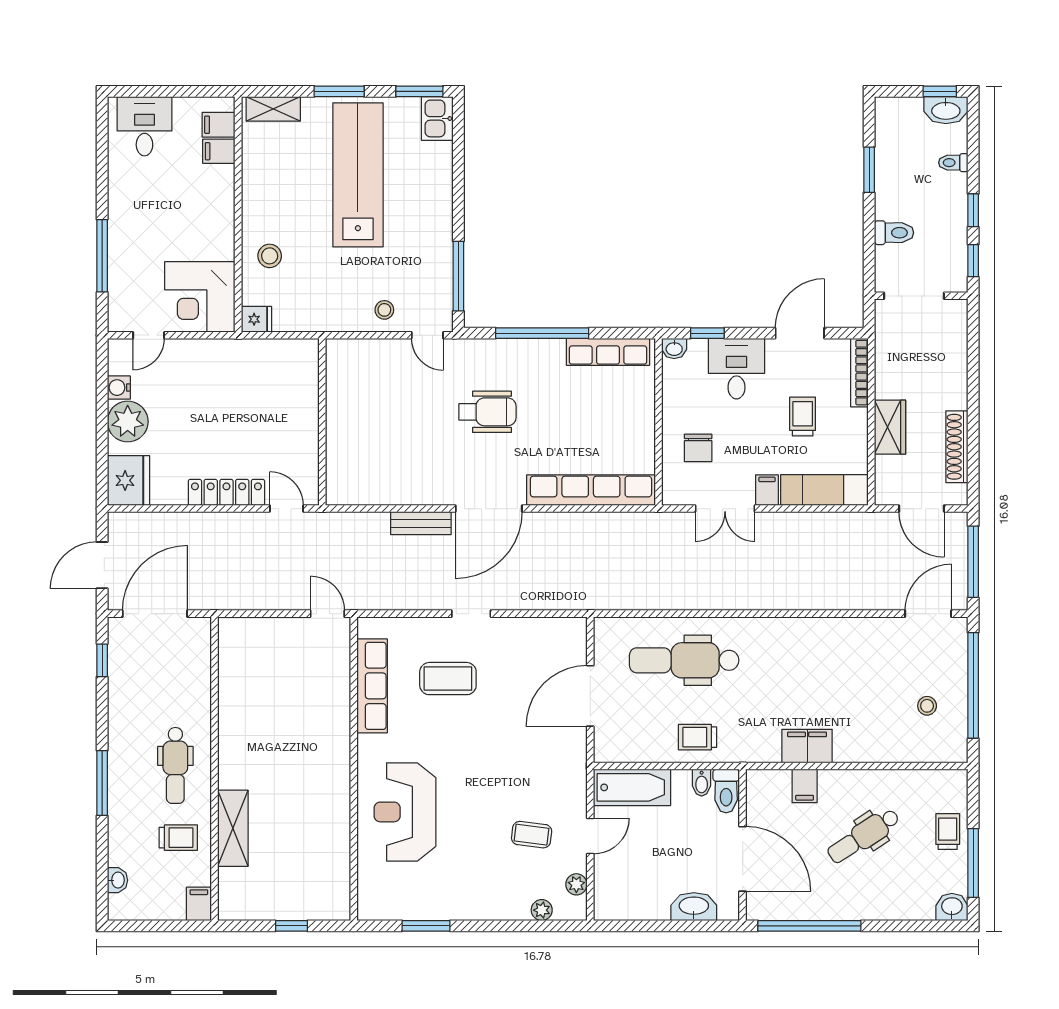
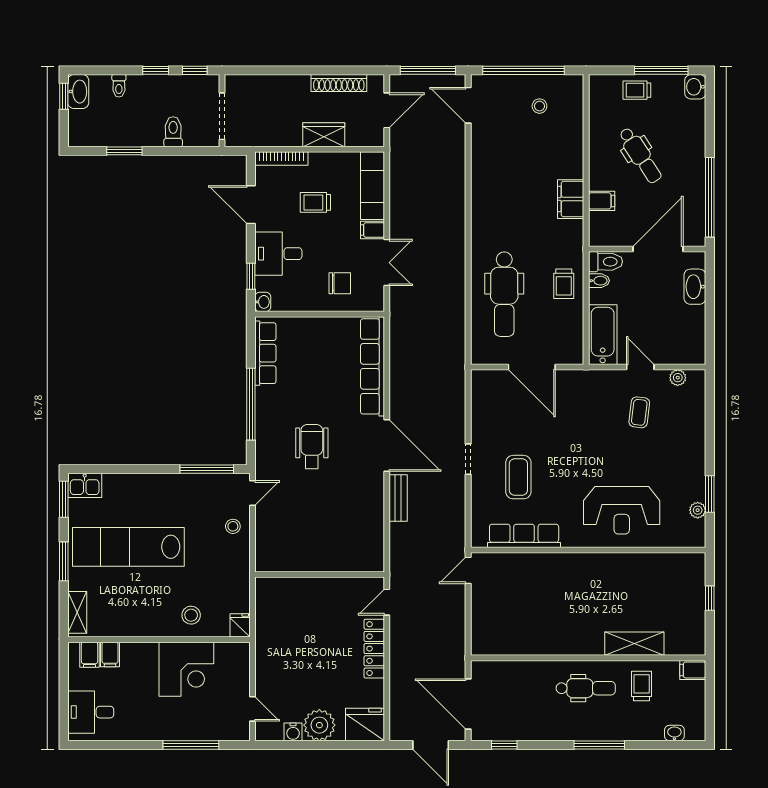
corner desk: (200, 297) -> (186, 669), moved
plant: (542, 910) -> (698, 510), moved

